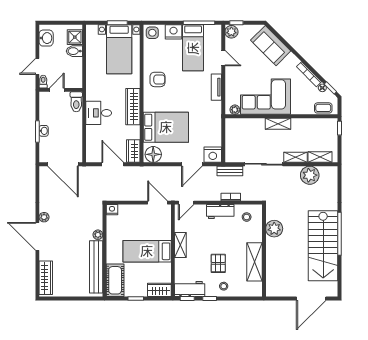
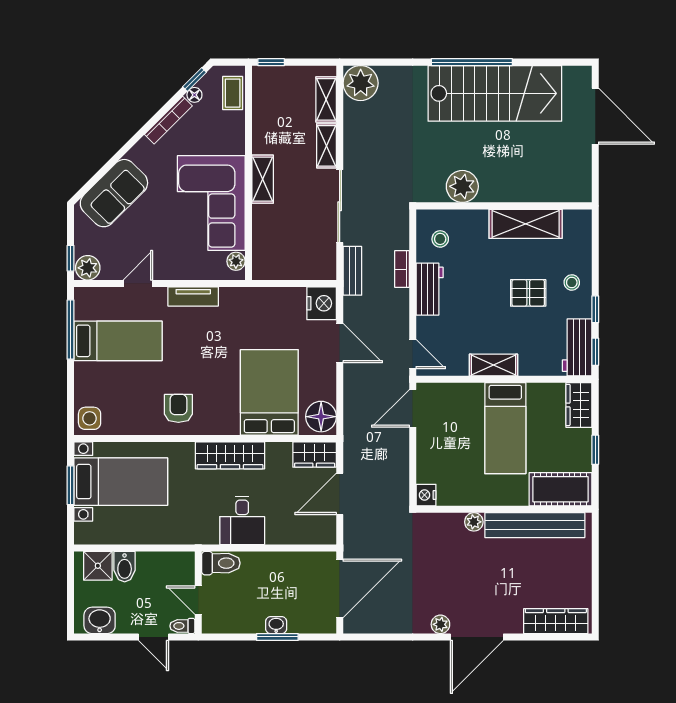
nightstand: (174, 32) -> (88, 378), removed
plant: (310, 175) -> (361, 83), moved

